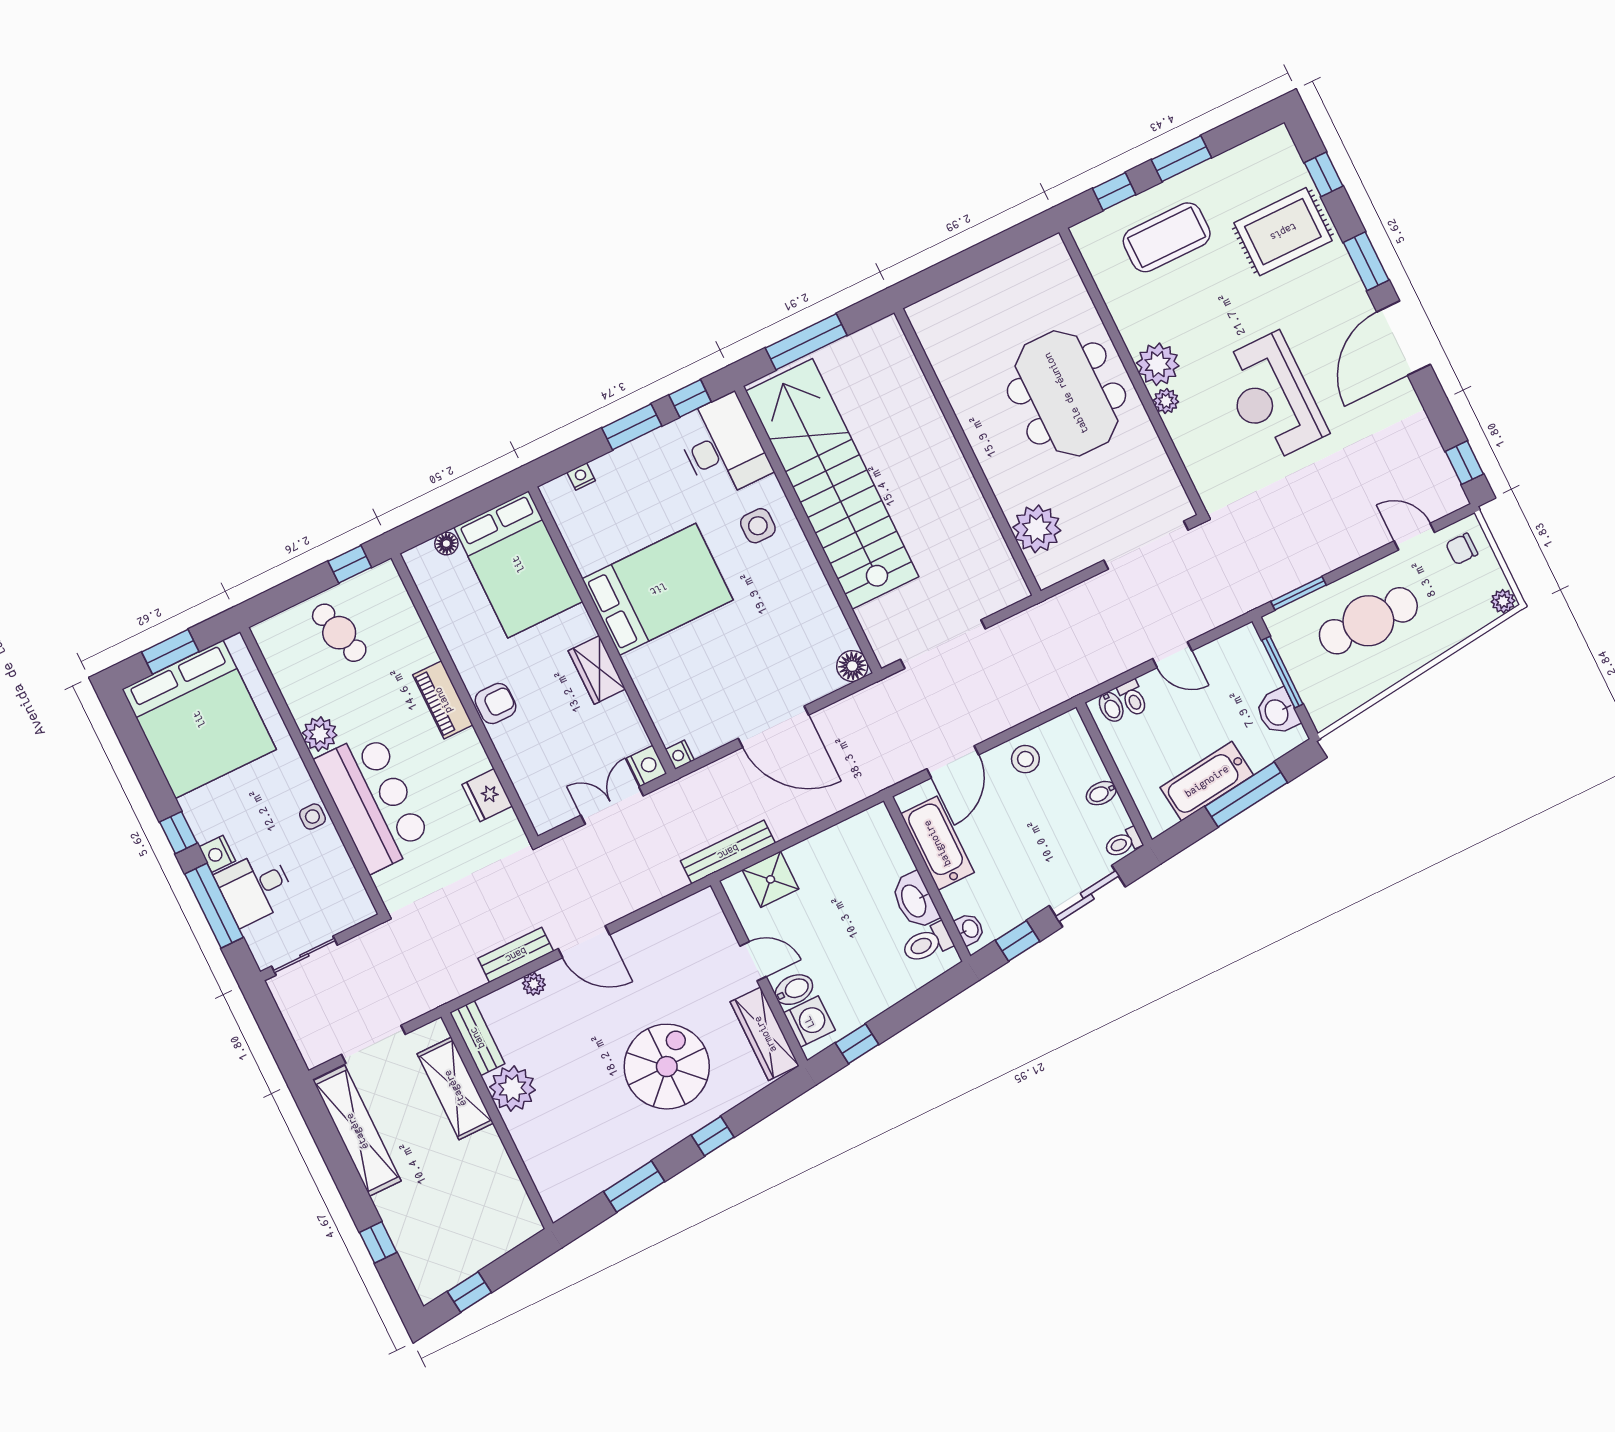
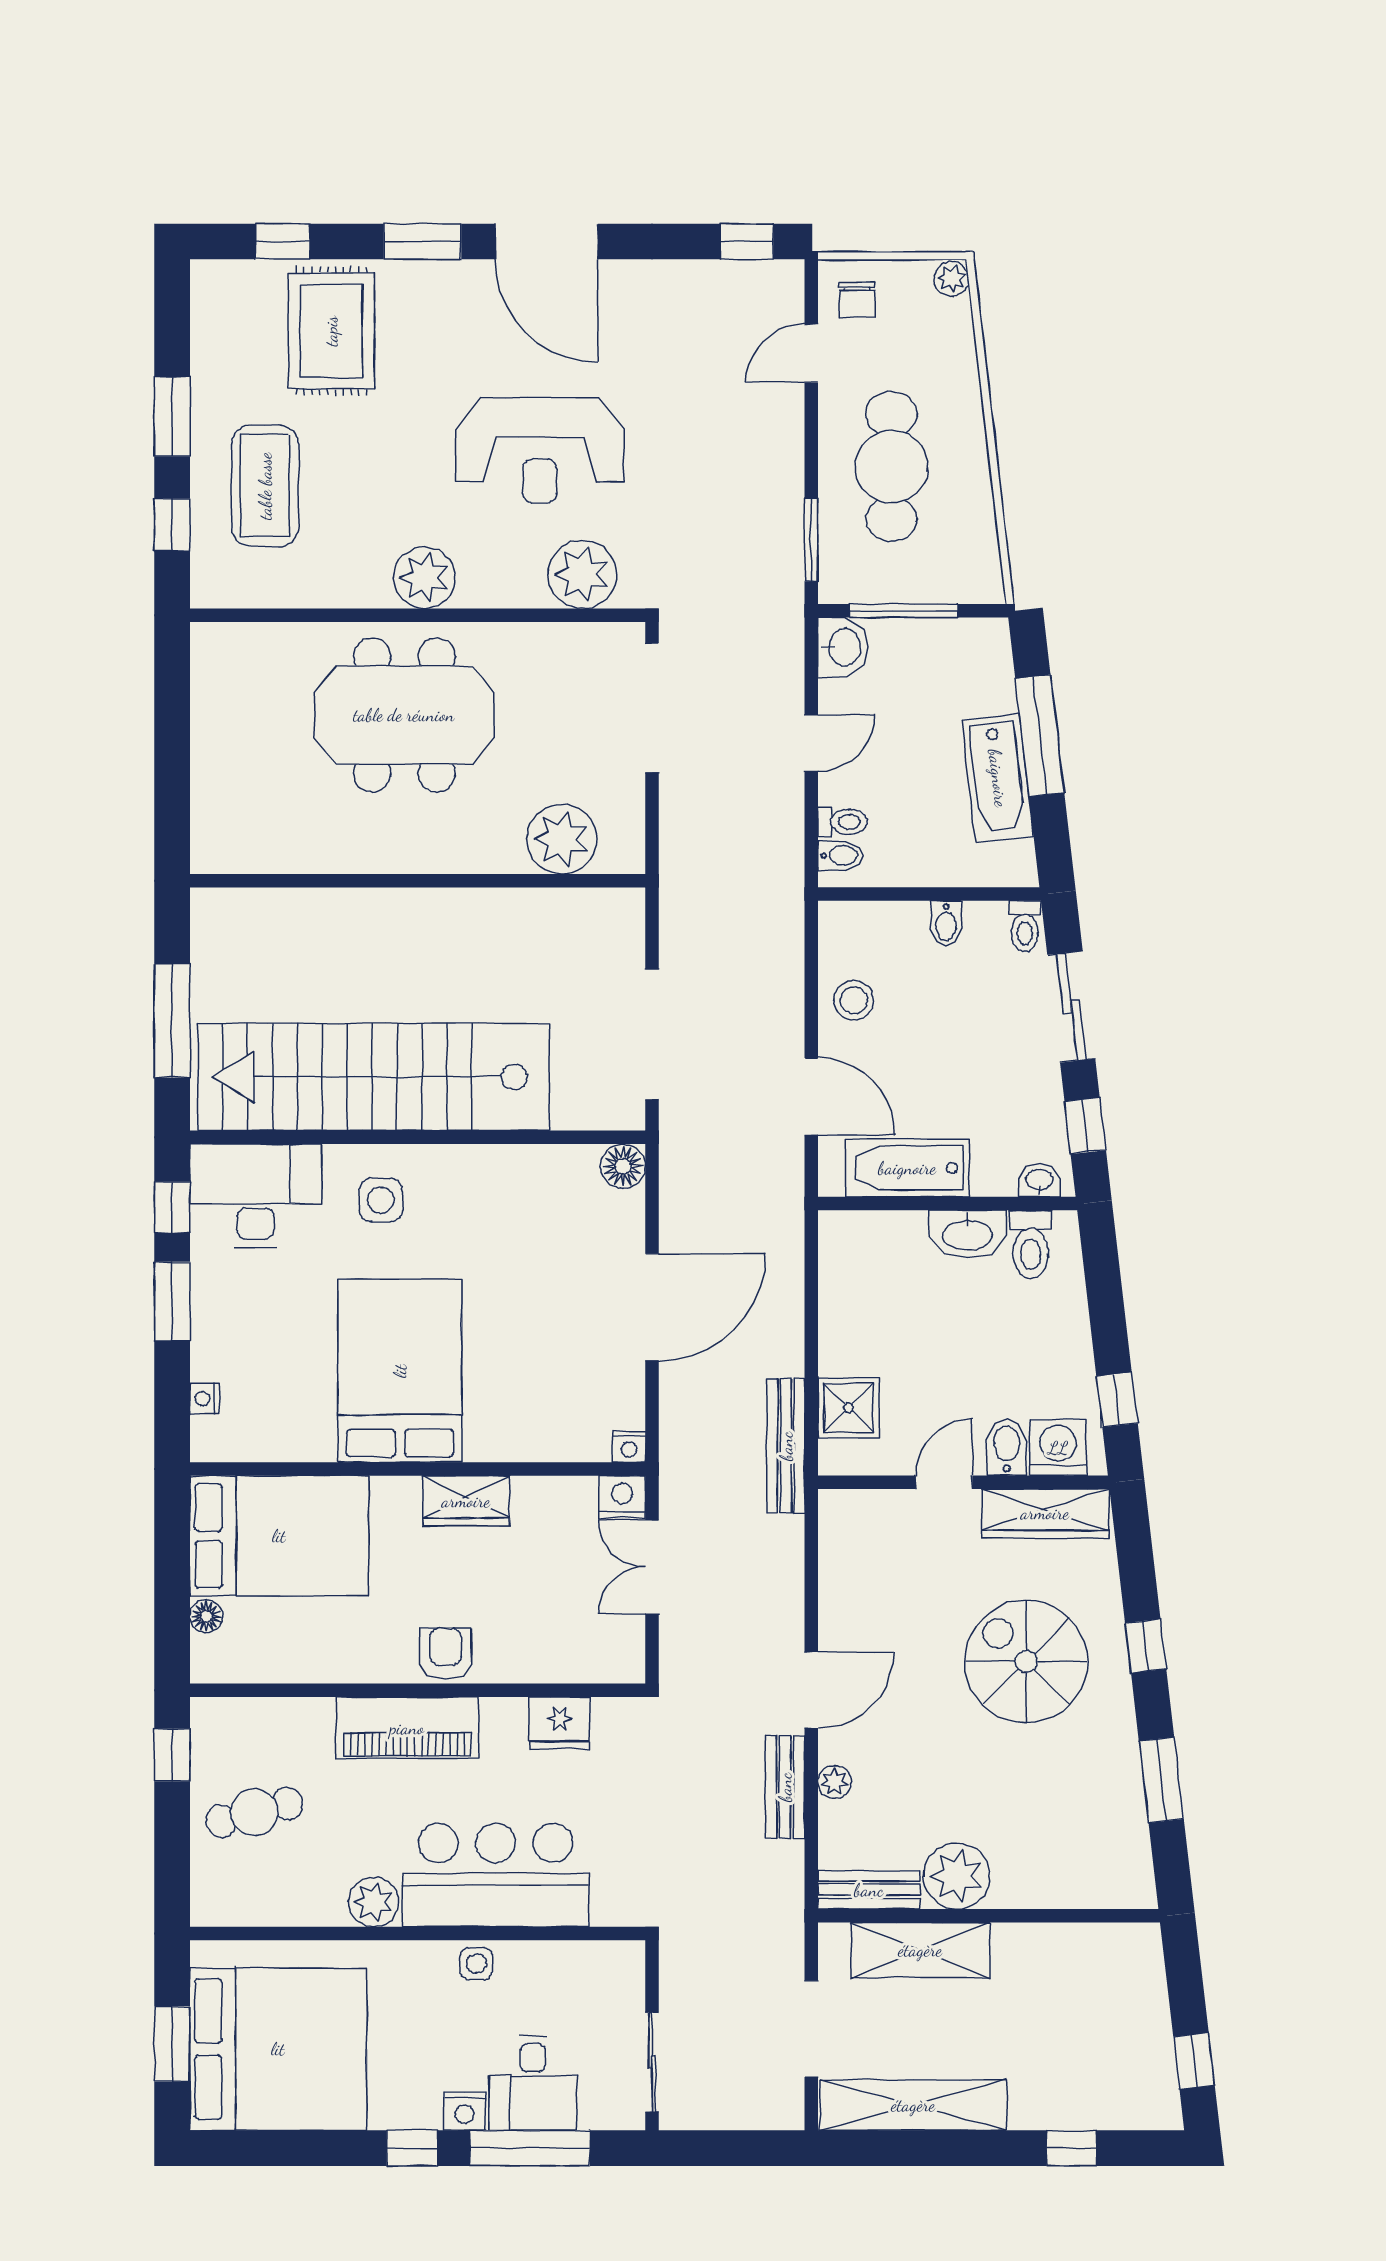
plant: (1166, 401) -> (582, 574), moved, width x1.87, depth x1.87
piano: (443, 700) -> (407, 1728), width x1.37, depth x1.33
washbasin: (1277, 712) -> (843, 647), moved, turned -90

